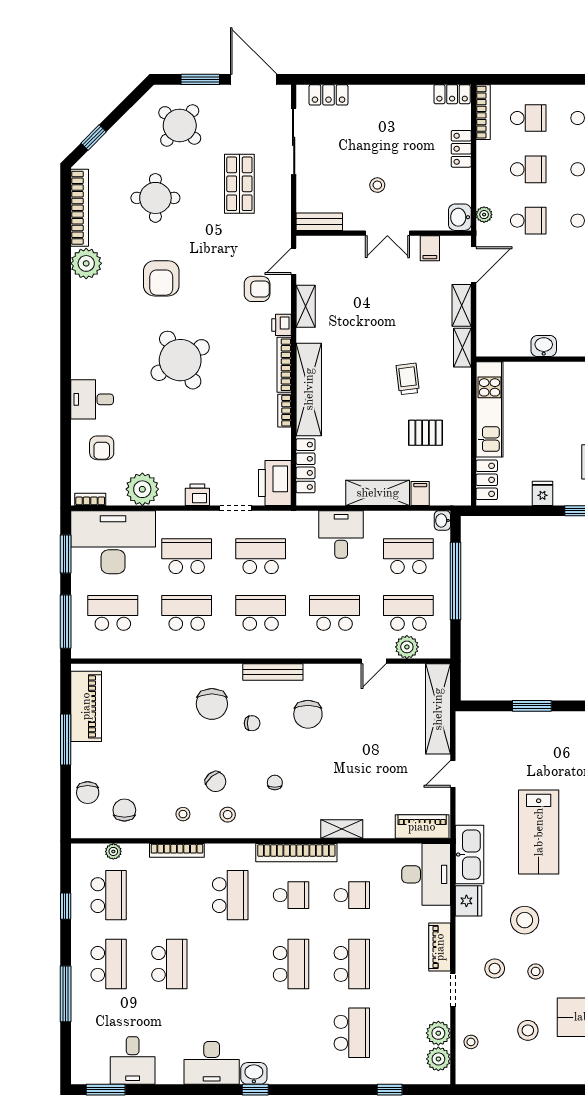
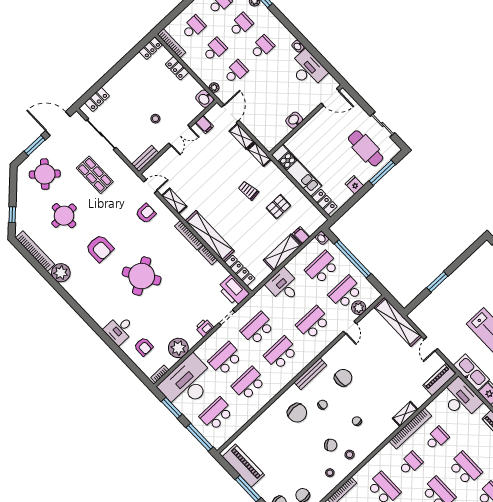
door: (294, 261) -> (150, 186), swing flipped
printer: (282, 325) -> (171, 219), removed
chair: (308, 714) -> (343, 378), turned -90
bookcase: (296, 853) -> (410, 428), moved

